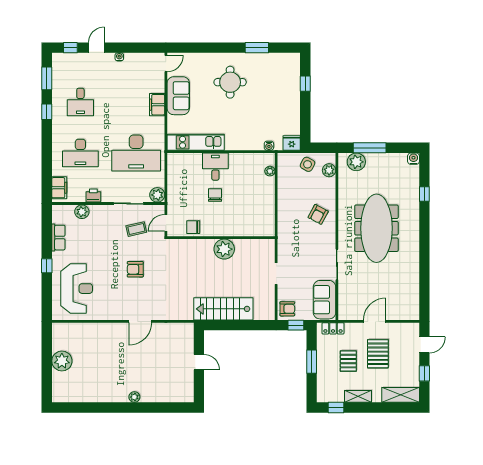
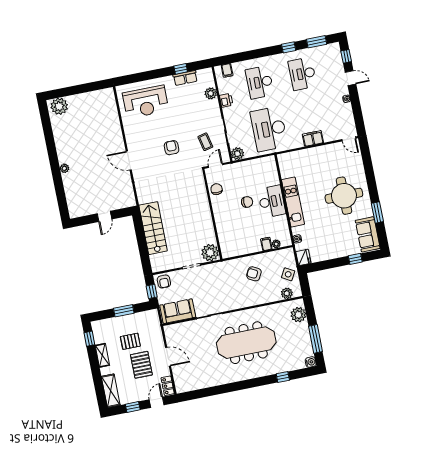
round table: (230, 82) -> (344, 196), width x1.36, depth x1.36
sofa: (178, 96) -> (368, 234), moved, turned 90
desk: (80, 102) -> (302, 74), width x1.37
kitchen unit: (196, 142) -> (293, 202), moved
window: (370, 148) -> (315, 339), moved
desk: (215, 167) -> (272, 201), width x1.37
filing cabinet: (268, 182) -> (266, 244), added
filing cabinet: (59, 188) -> (227, 70), width x0.50
armchair: (318, 214) -> (254, 274), moved
door: (166, 223) -> (216, 166), hinge flipped
plant: (224, 249) -> (210, 253), moved
window: (47, 266) -> (181, 69), moved
locker: (333, 328) -> (168, 386), moved
door: (424, 345) -> (157, 402), swing flipped
pallet: (378, 354) -> (141, 365), turned 90
plant: (62, 361) -> (59, 106), moved

